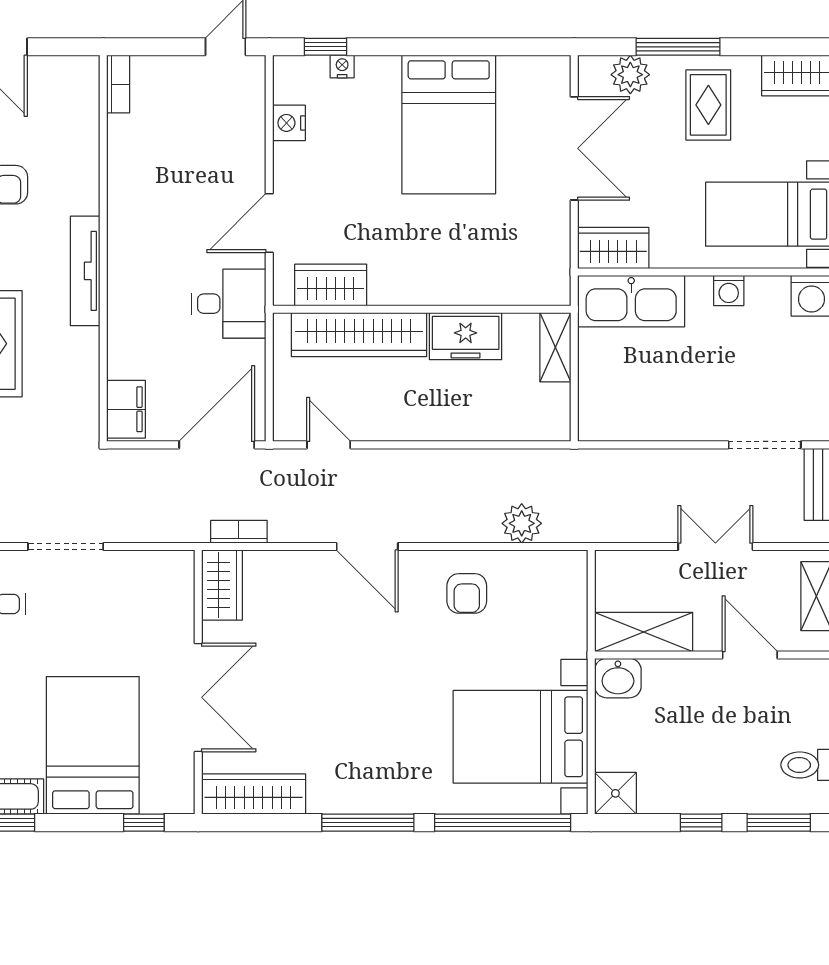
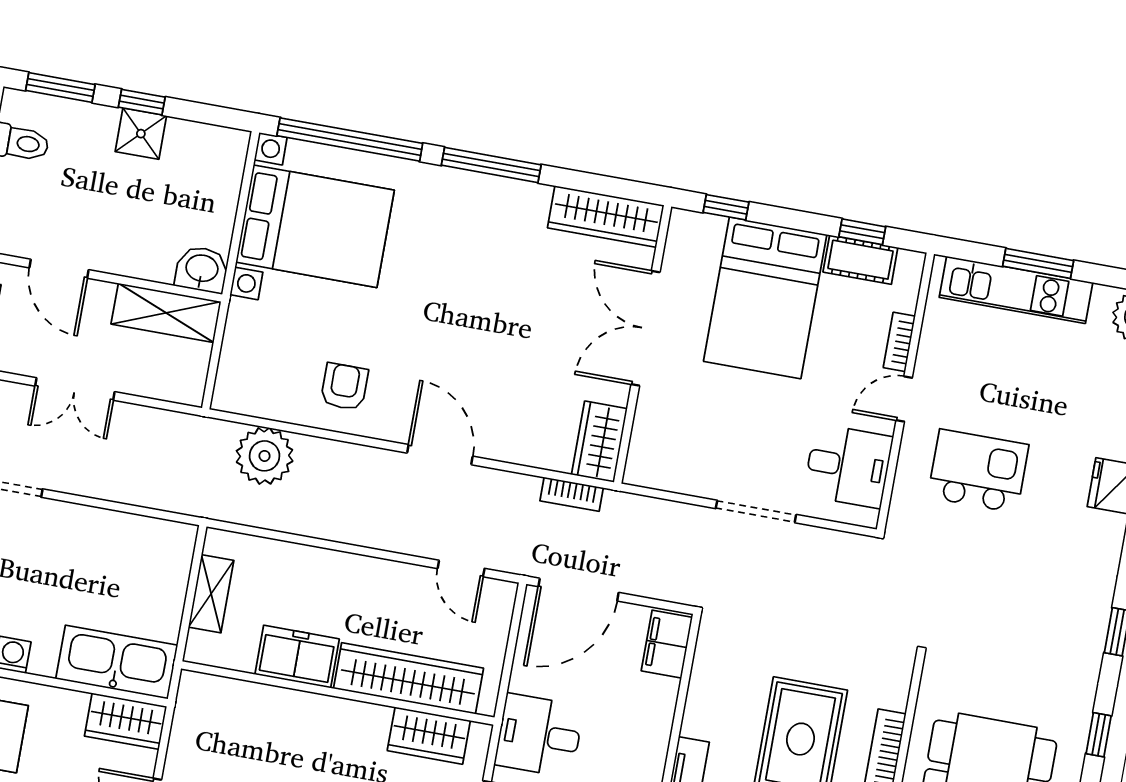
shelving: (555, 347) -> (211, 594), moved
plant: (522, 523) -> (265, 456), width x1.36, depth x1.36
shower: (615, 793) -> (141, 134), moved

